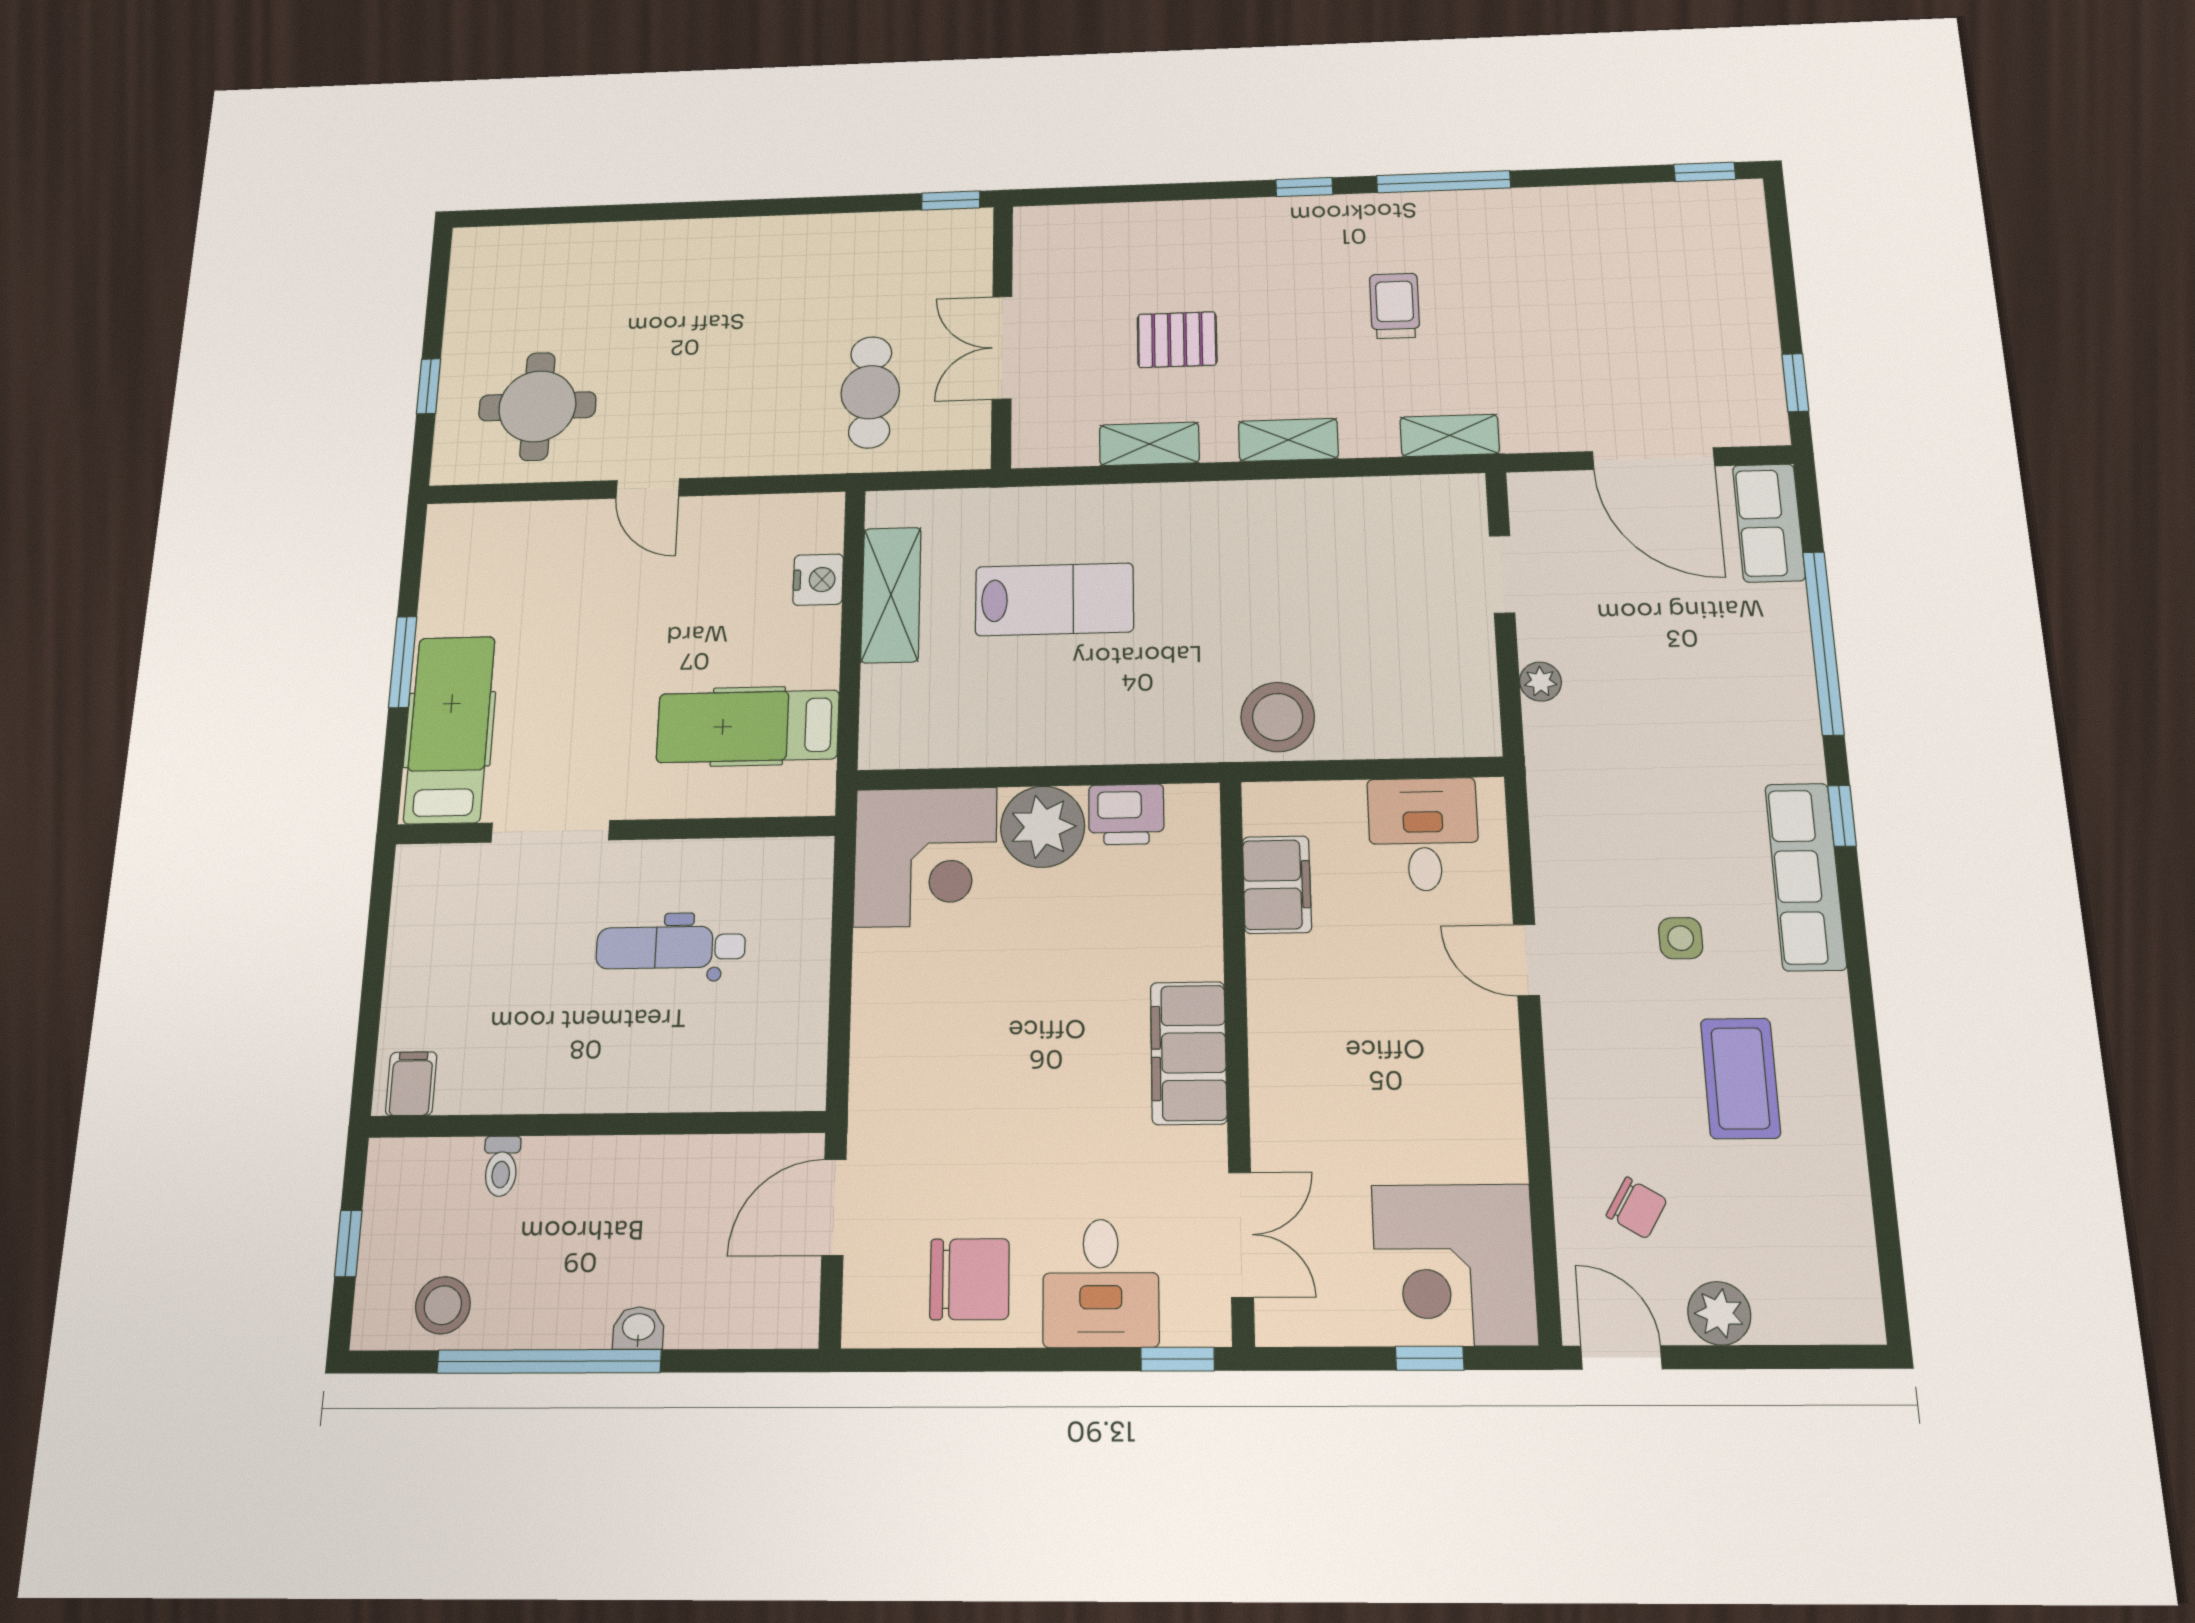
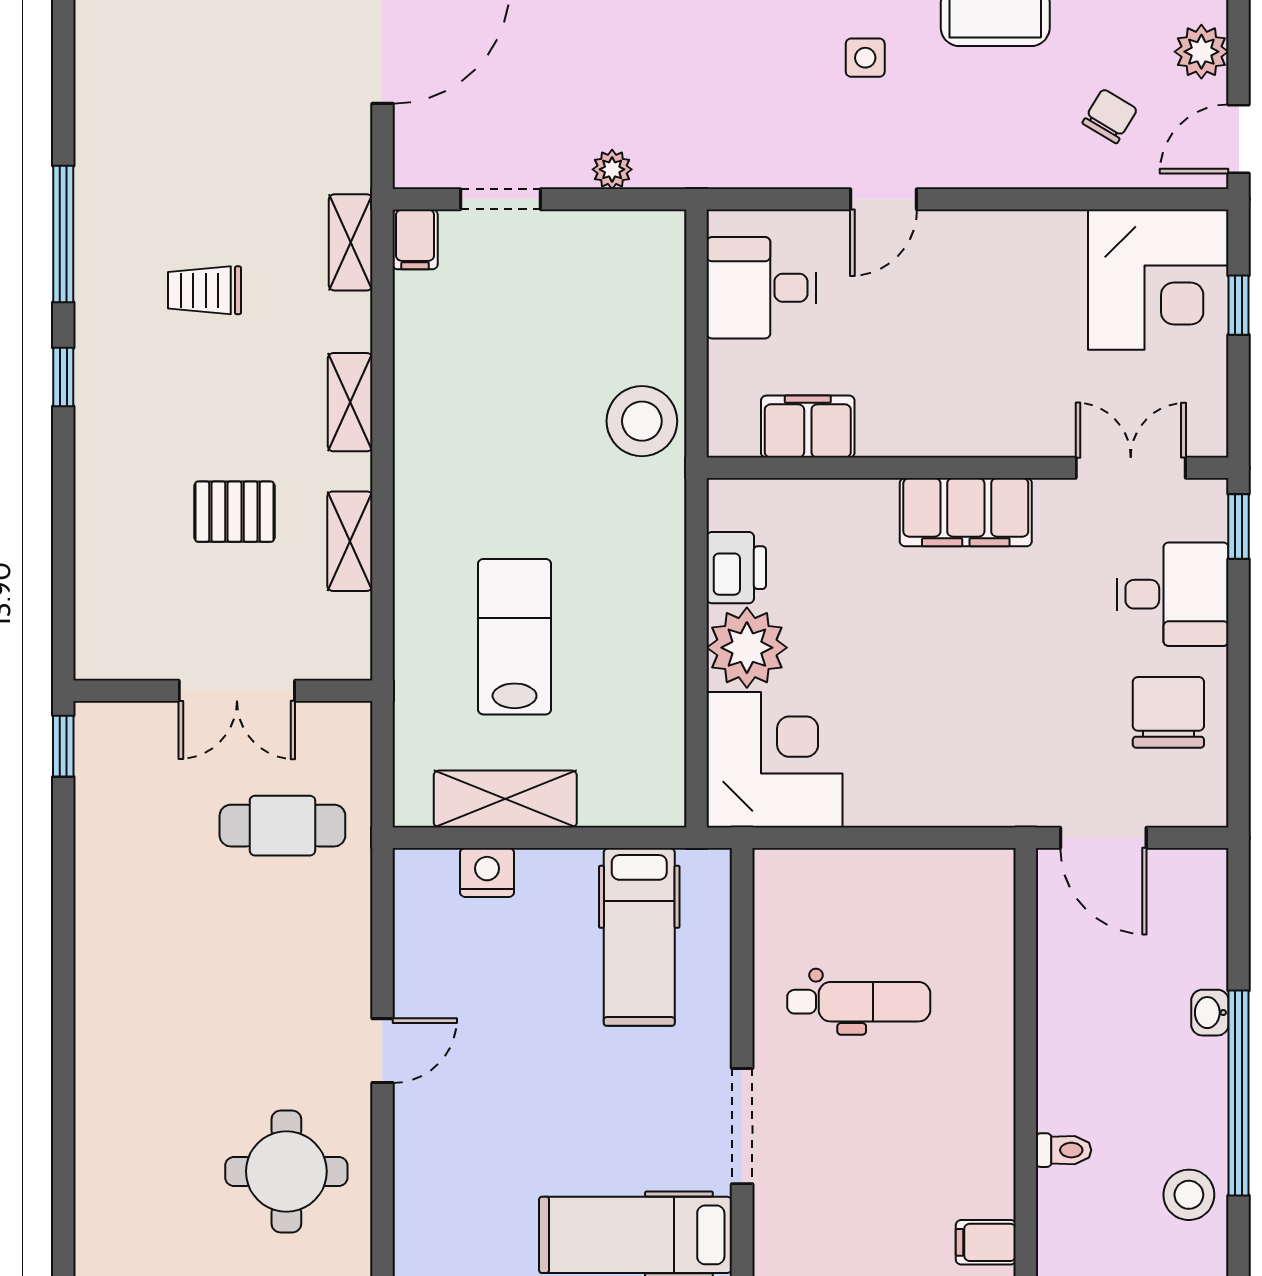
pallet: (1177, 340) -> (235, 512), turned 90
filing cabinet: (1456, 495) -> (415, 239), added
dental chair: (671, 947) -> (859, 1002), turned -90

